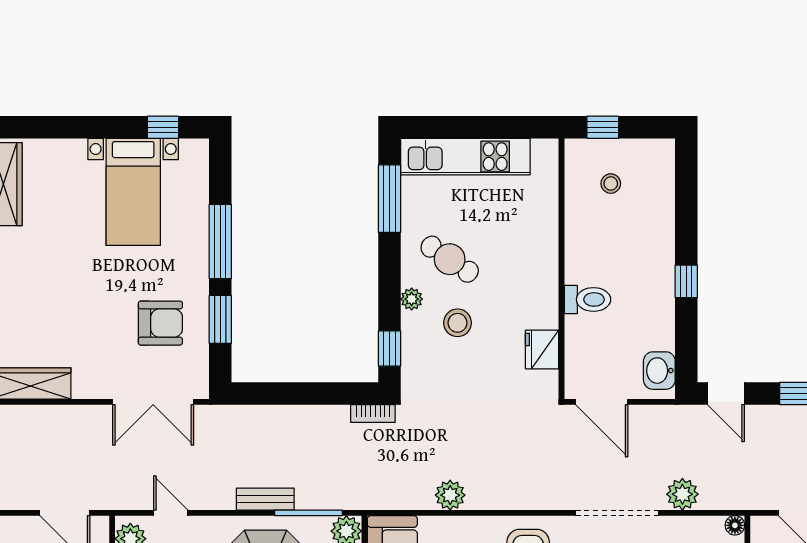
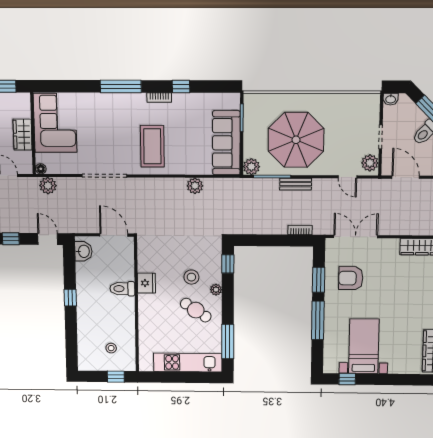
fridge: (542, 350) -> (146, 283), moved
bookcase: (373, 414) -> (300, 230), moved
plant: (682, 494) -> (48, 186), moved

